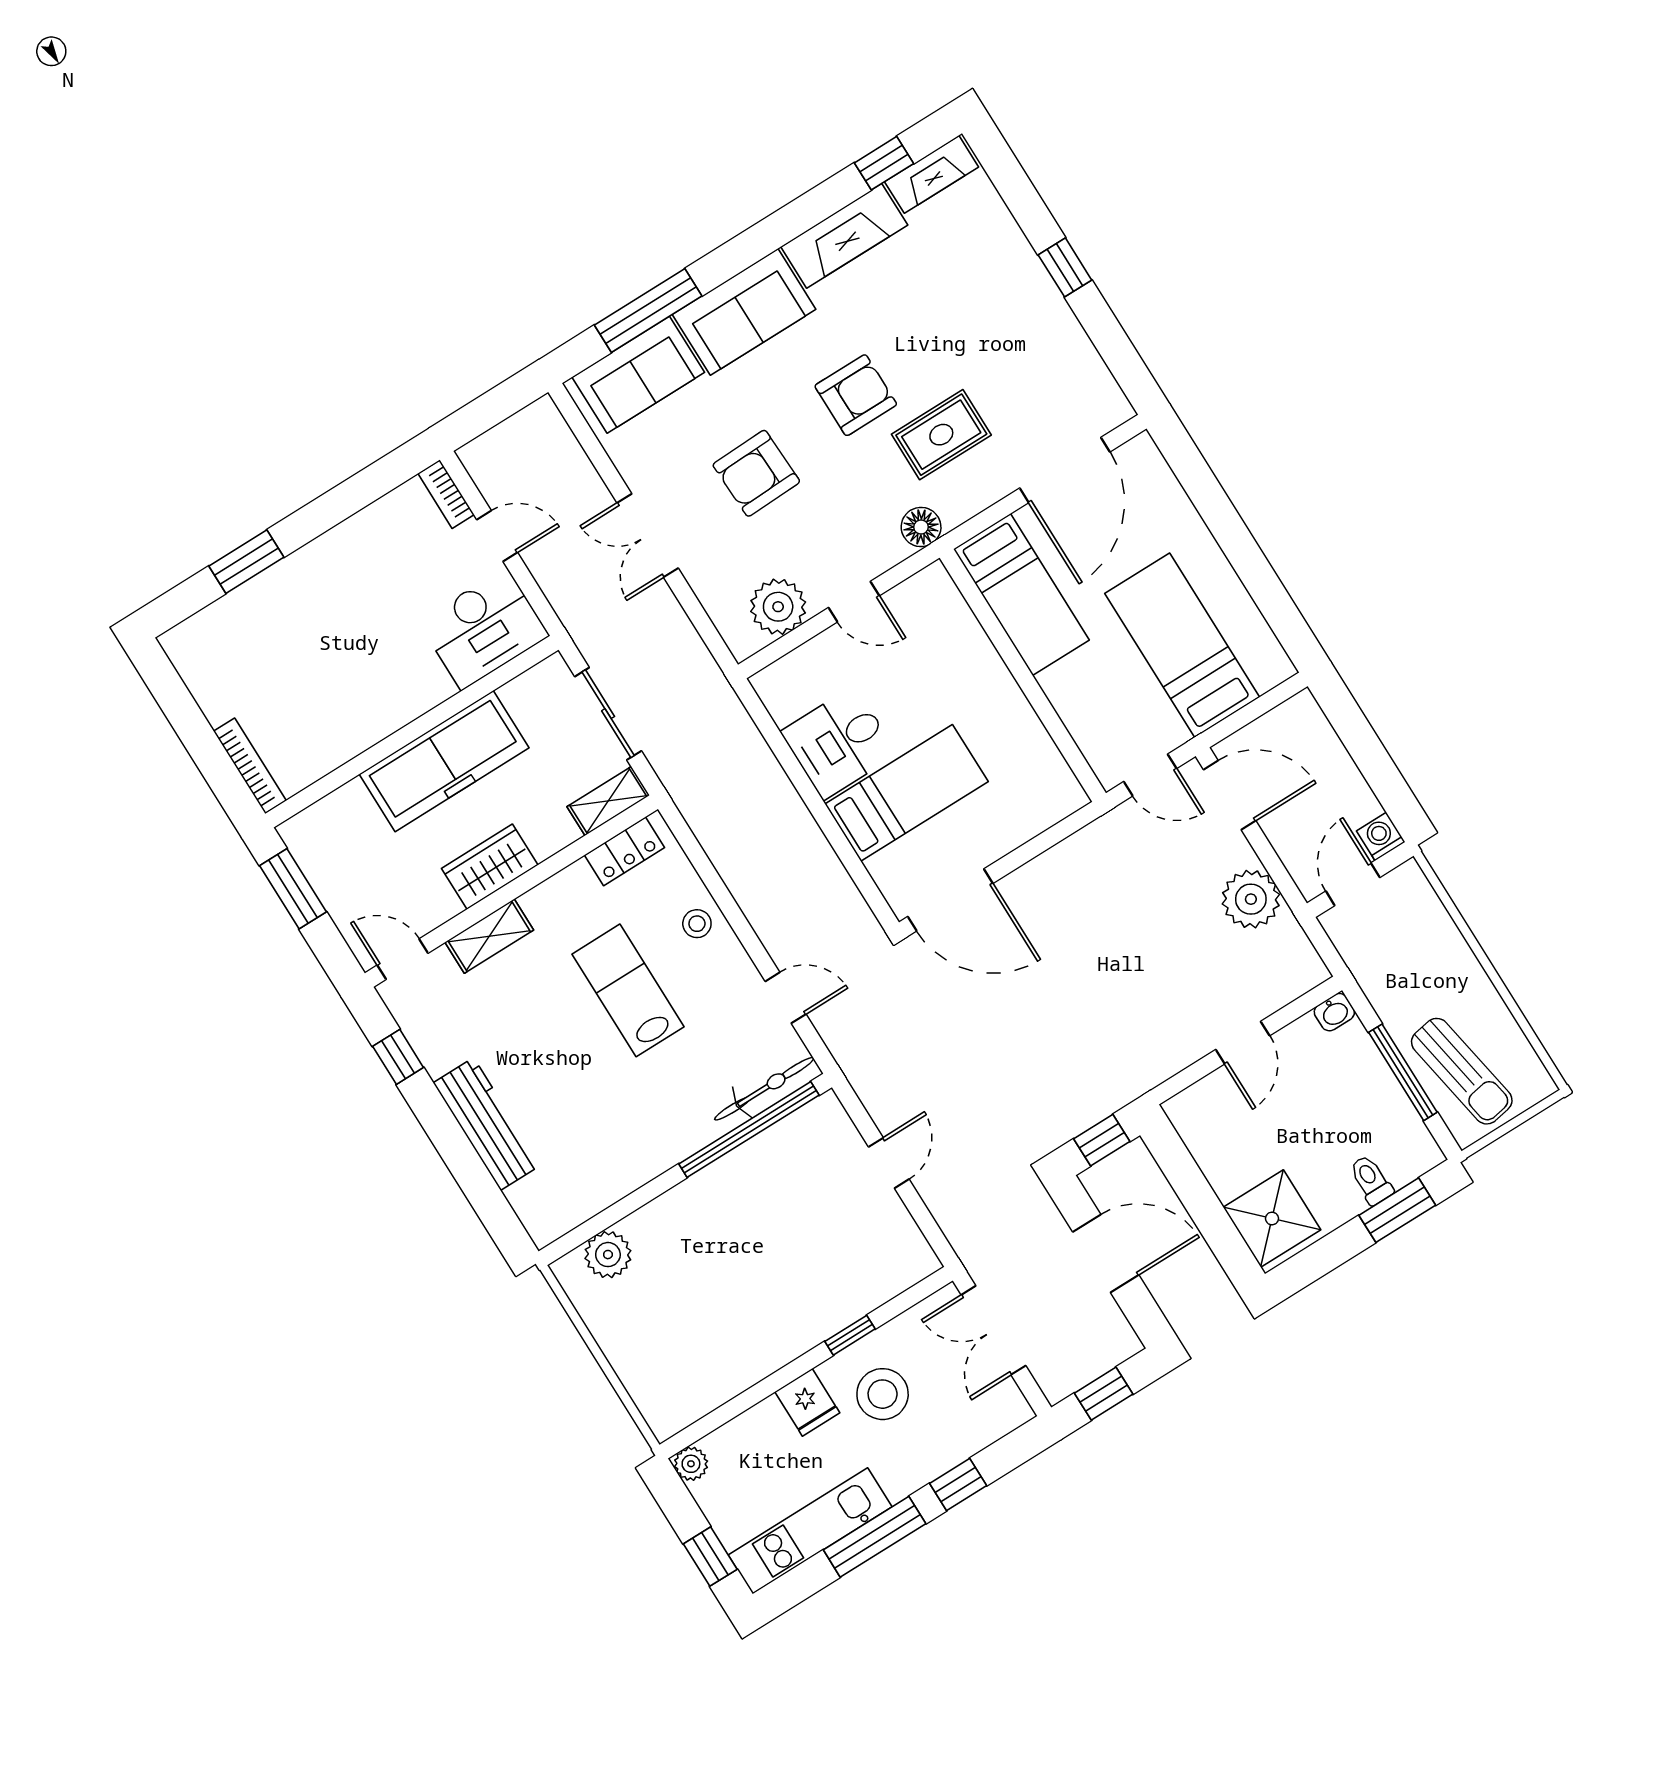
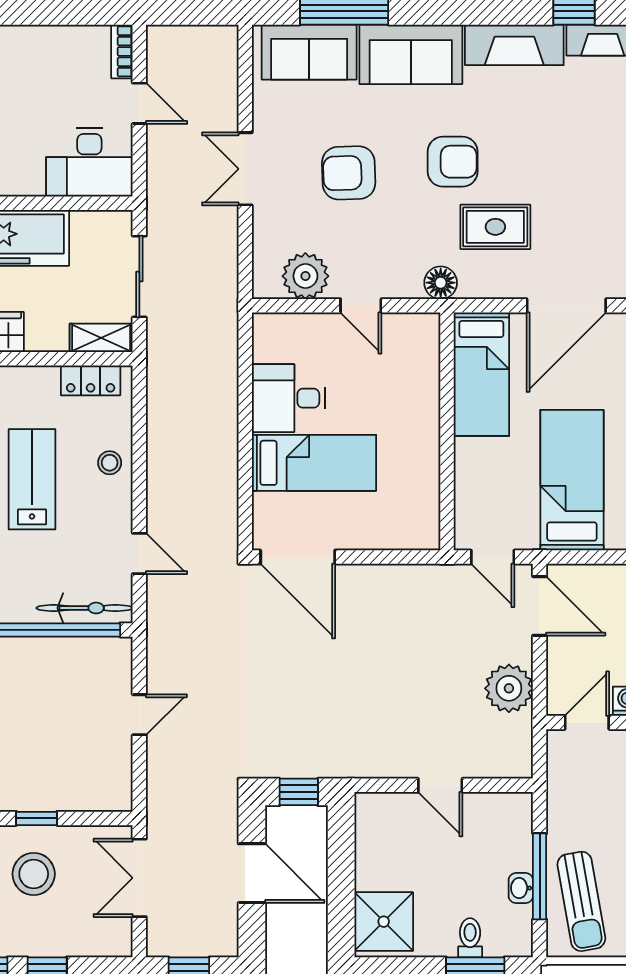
washbasin: (1334, 1012) -> (521, 888), moved, turned 90
door: (1243, 1043) -> (440, 785), hinge flipped

